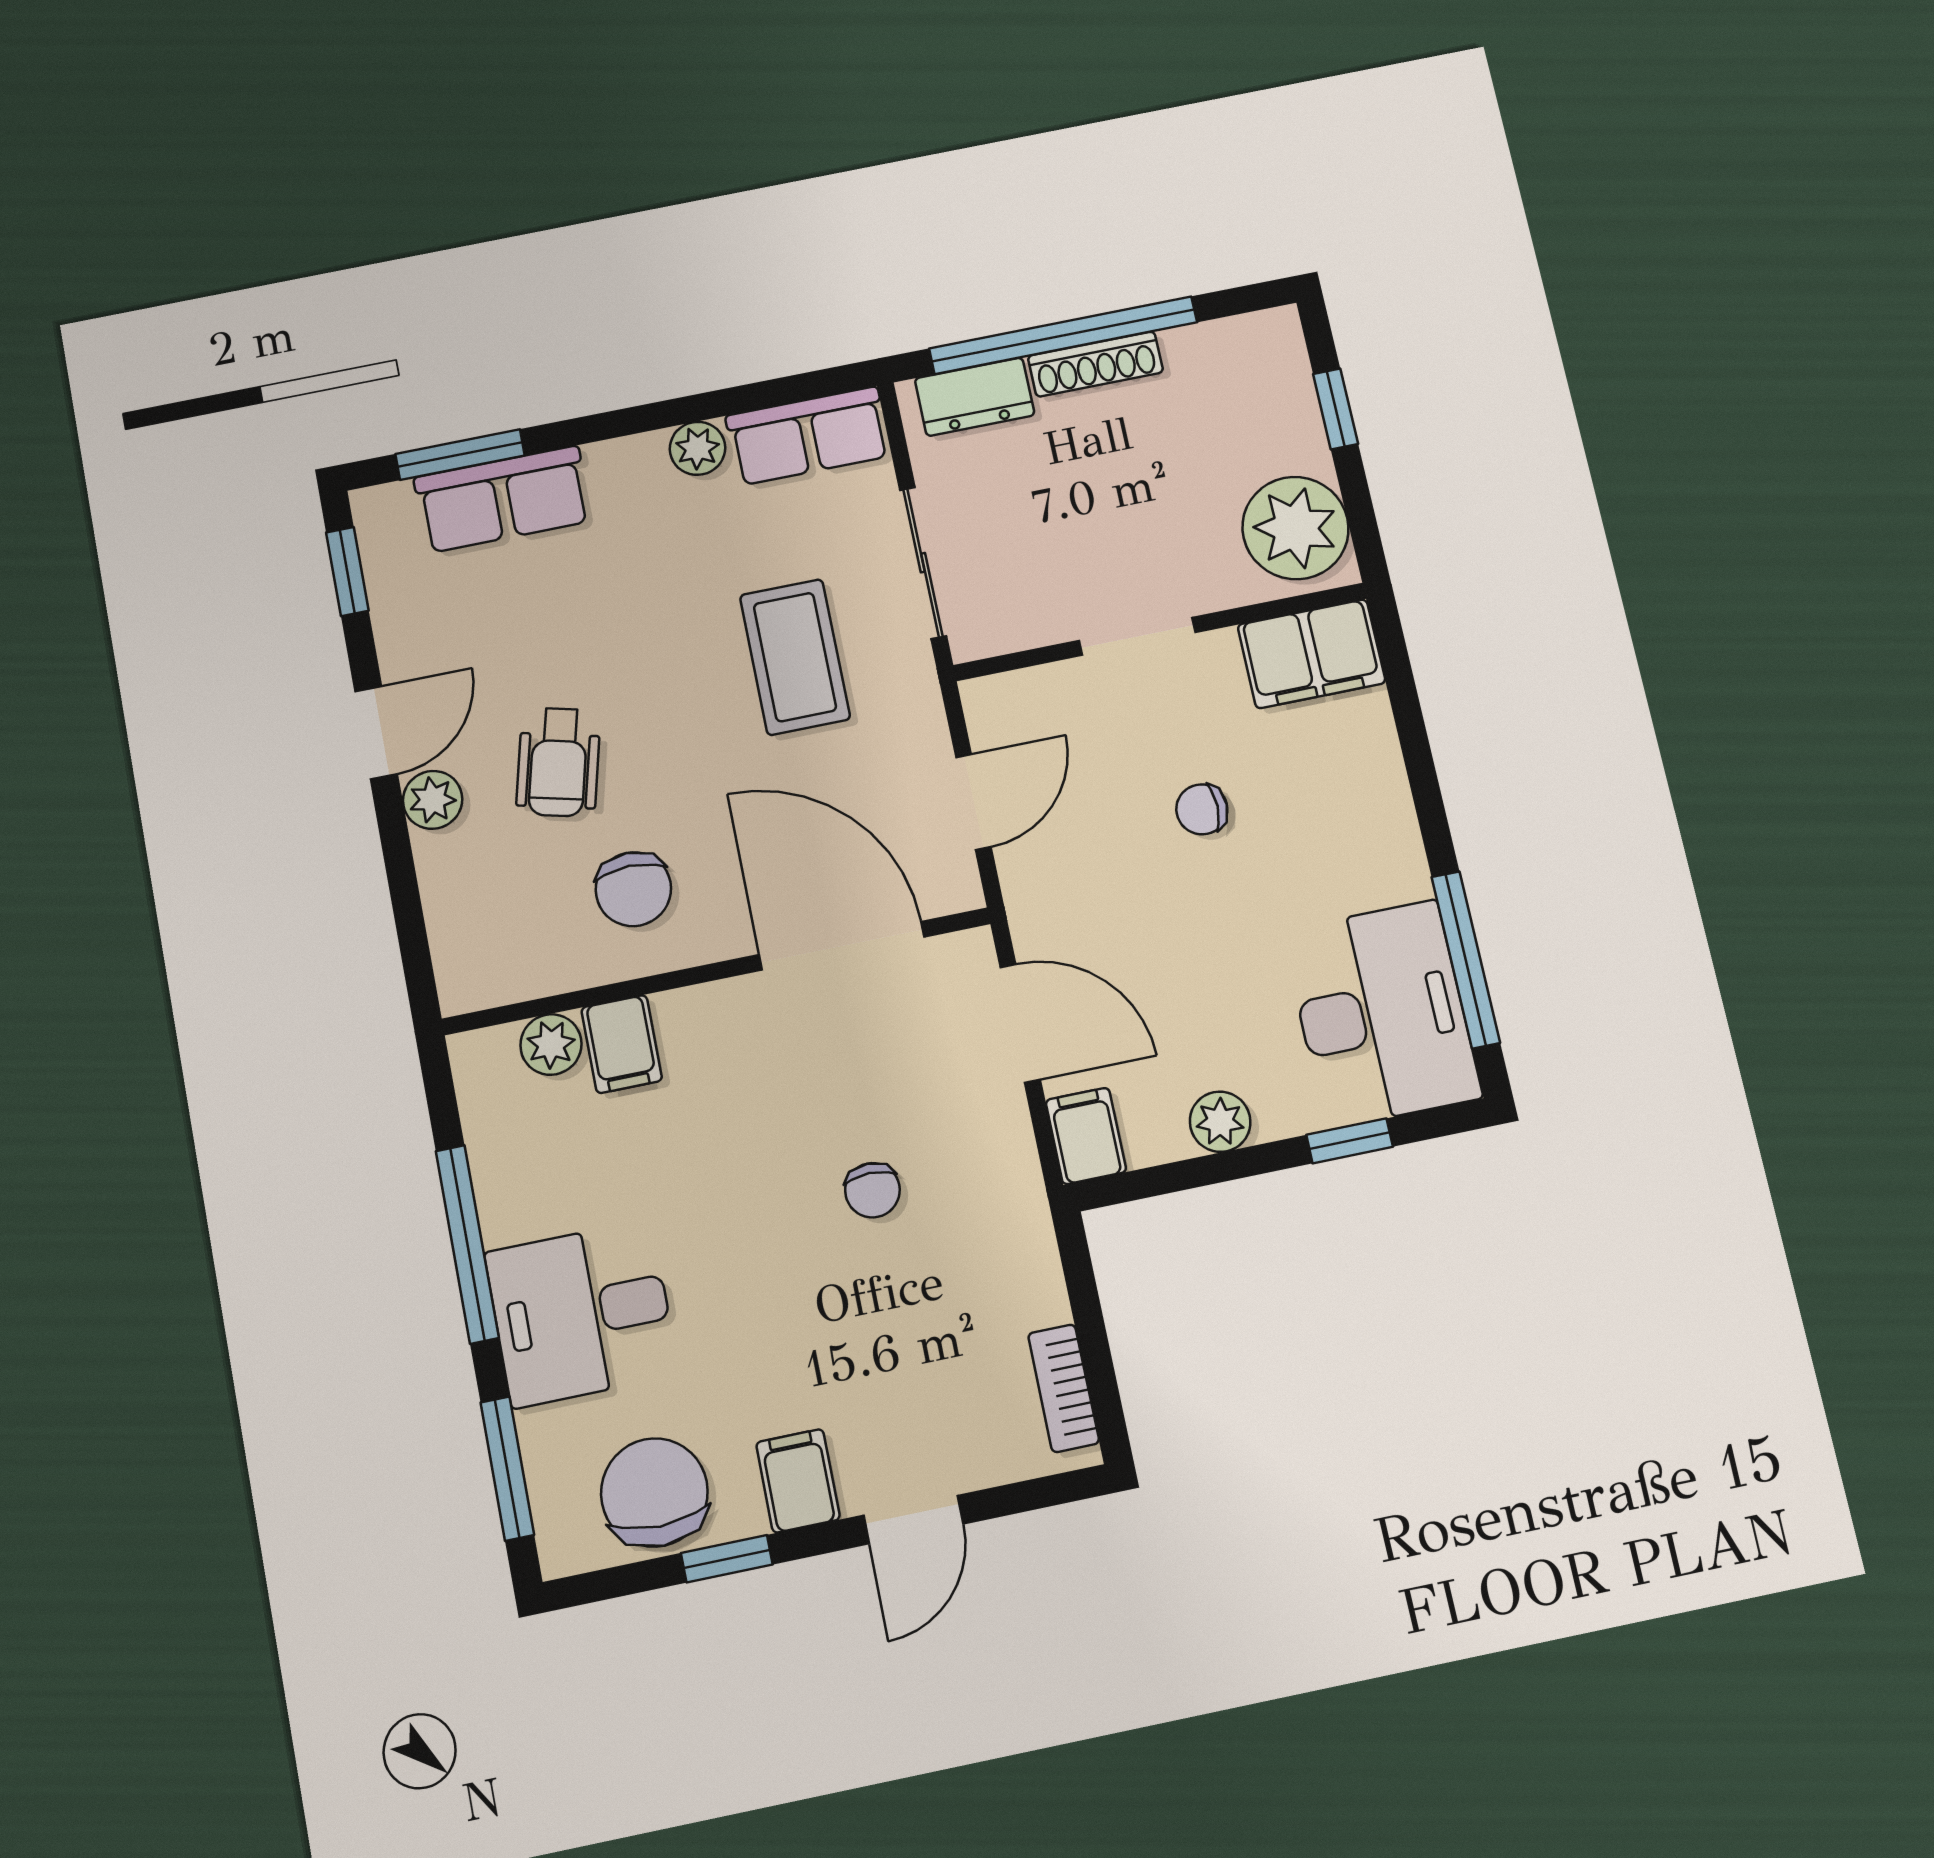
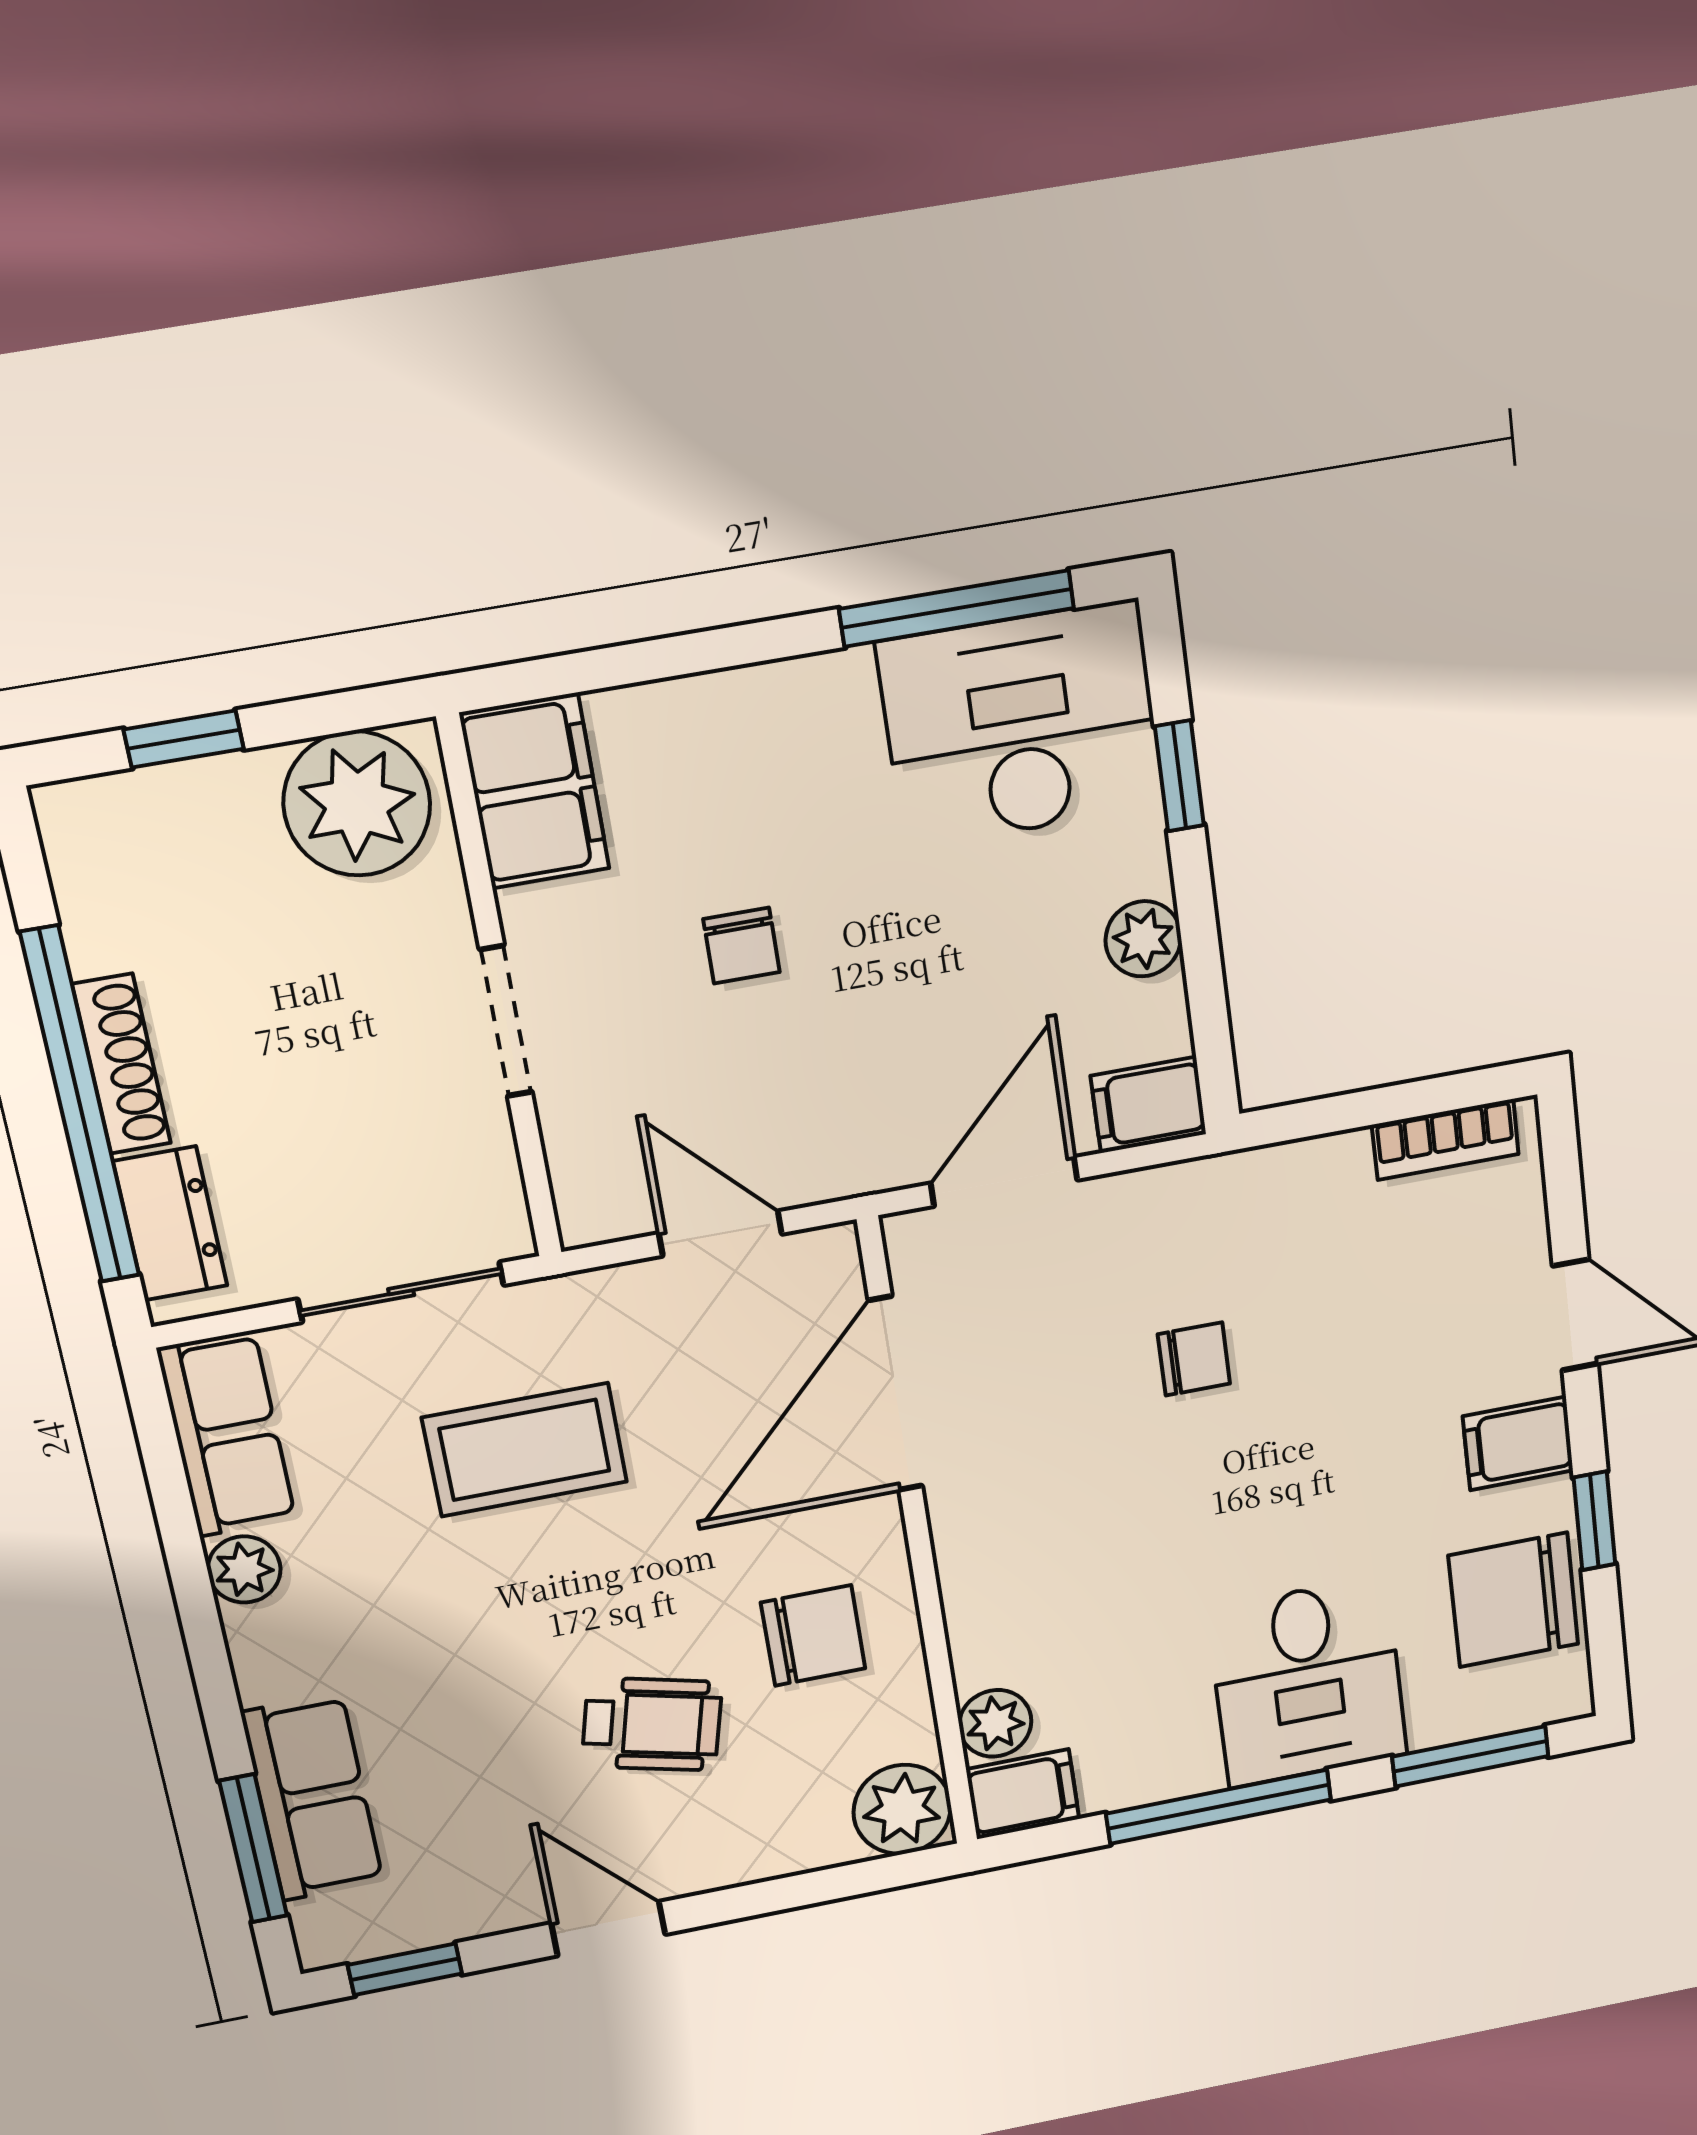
plant: (433, 800) -> (902, 1809), moved, width x1.38, depth x1.38
filing cabinet: (622, 1044) -> (1023, 1794), moved

